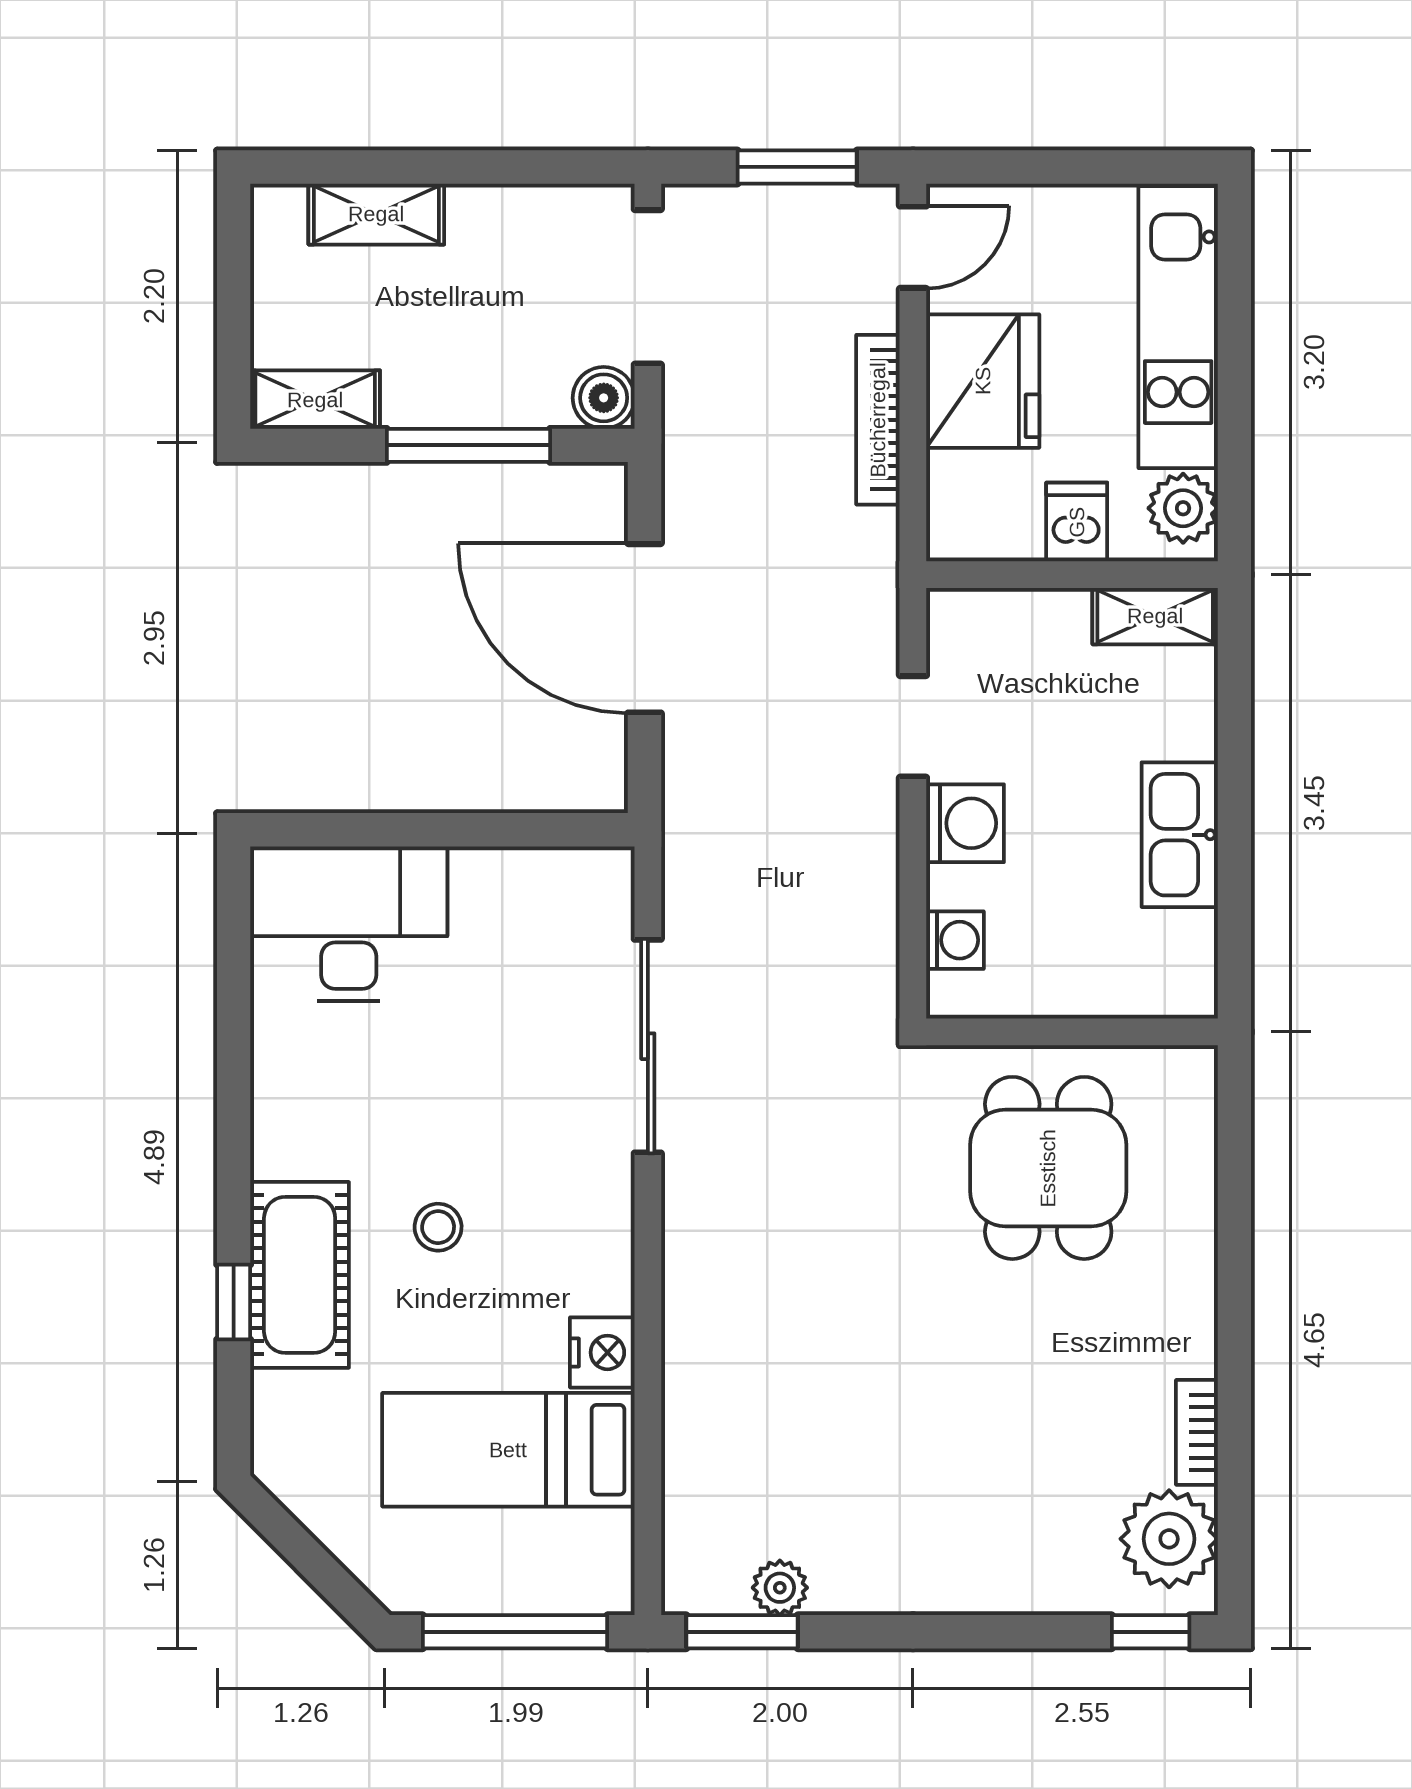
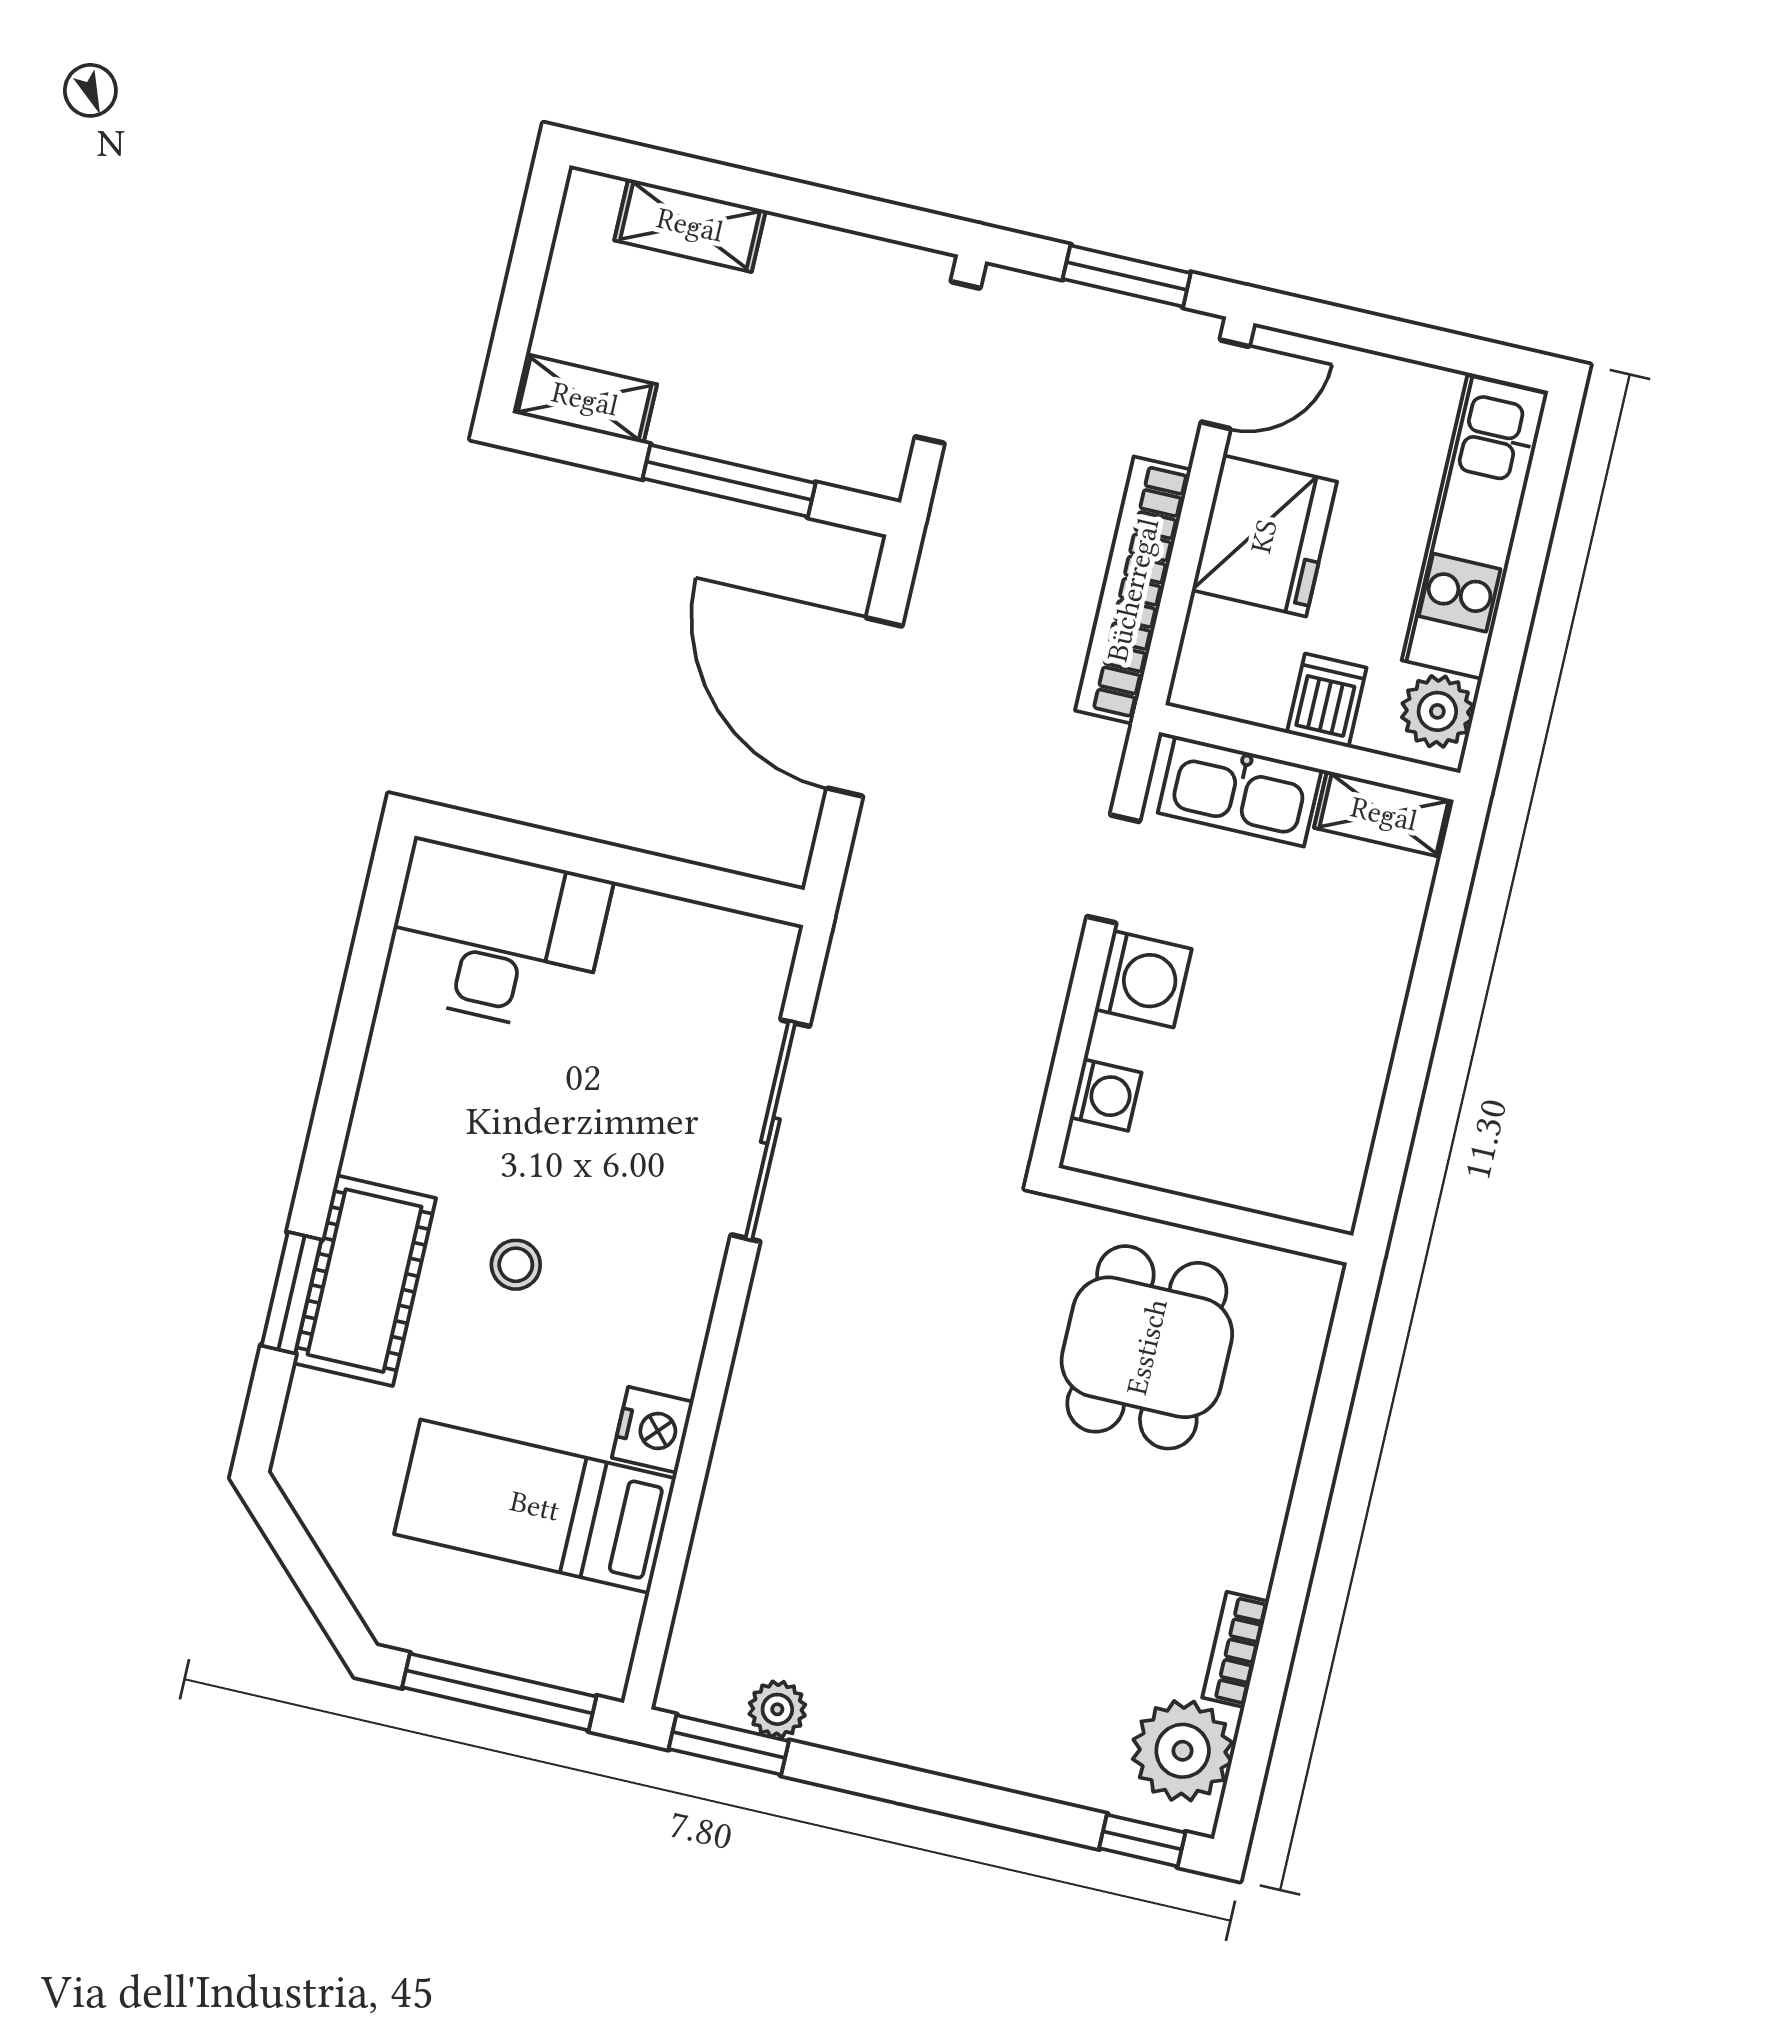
boiler: (604, 398) -> (877, 464), removed
bookcase: (878, 420) -> (1133, 590), width x1.48, depth x1.31
kitchen sink: (1180, 835) -> (1240, 791), moved, turned -90
window: (234, 1302) -> (291, 1293), width x1.50

